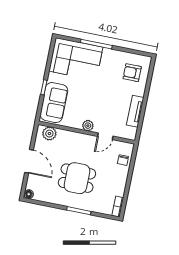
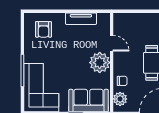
plant: (88, 126) -> (100, 63), width x1.88, depth x1.88
chair: (123, 160) -> (122, 81), moved

